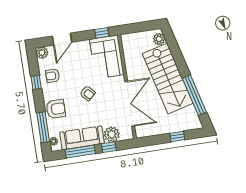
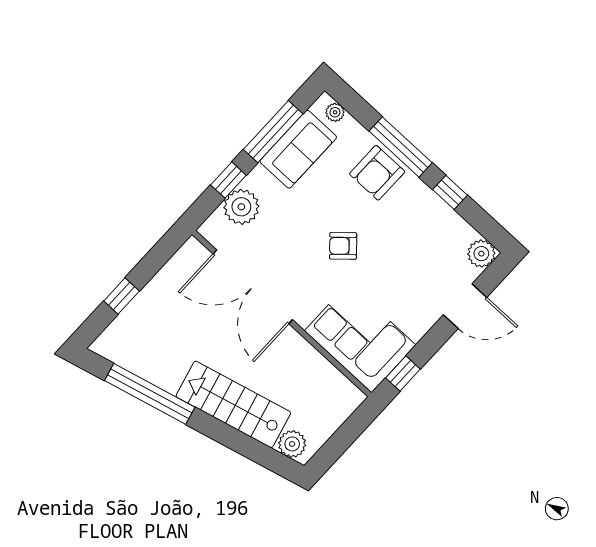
door: (62, 39) -> (465, 306), swing flipped
armchair: (53, 76) -> (430, 228), removed
stairs: (168, 79) -> (233, 404), width x0.73, depth x0.66
window: (43, 127) -> (401, 147), moved
sofa: (82, 138) -> (298, 149), width x0.73

